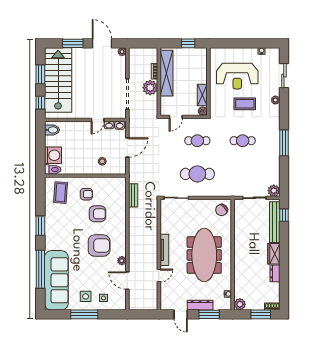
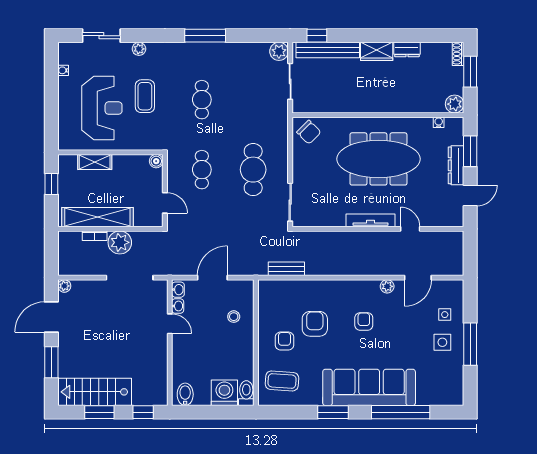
stairs: (58, 80) -> (95, 392), width x0.73, depth x0.66
shelving: (202, 95) -> (95, 162), moved
door: (127, 147) -> (212, 278), hinge flipped
armchair: (99, 246) -> (364, 321), width x0.53, depth x0.53
sofa: (56, 280) -> (369, 387), moved

